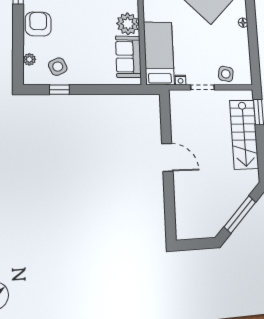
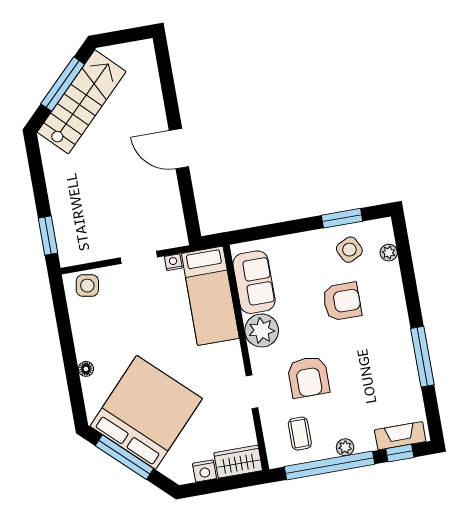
armchair: (38, 24) -> (342, 301), moved, turned -90
side table: (226, 74) -> (87, 286), moved
window: (59, 90) -> (342, 218), width x1.50
stairs: (244, 134) -> (82, 102), moved, turned 45

